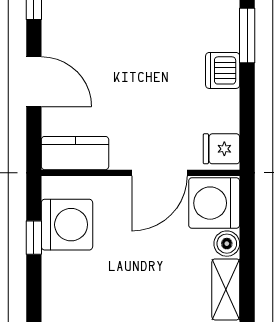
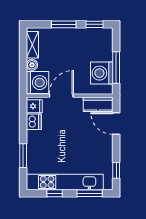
dishwasher: (223, 70) -> (34, 122), moved
door: (34, 82) -> (116, 124), moved
window: (34, 238) -> (116, 67), width x2.17

